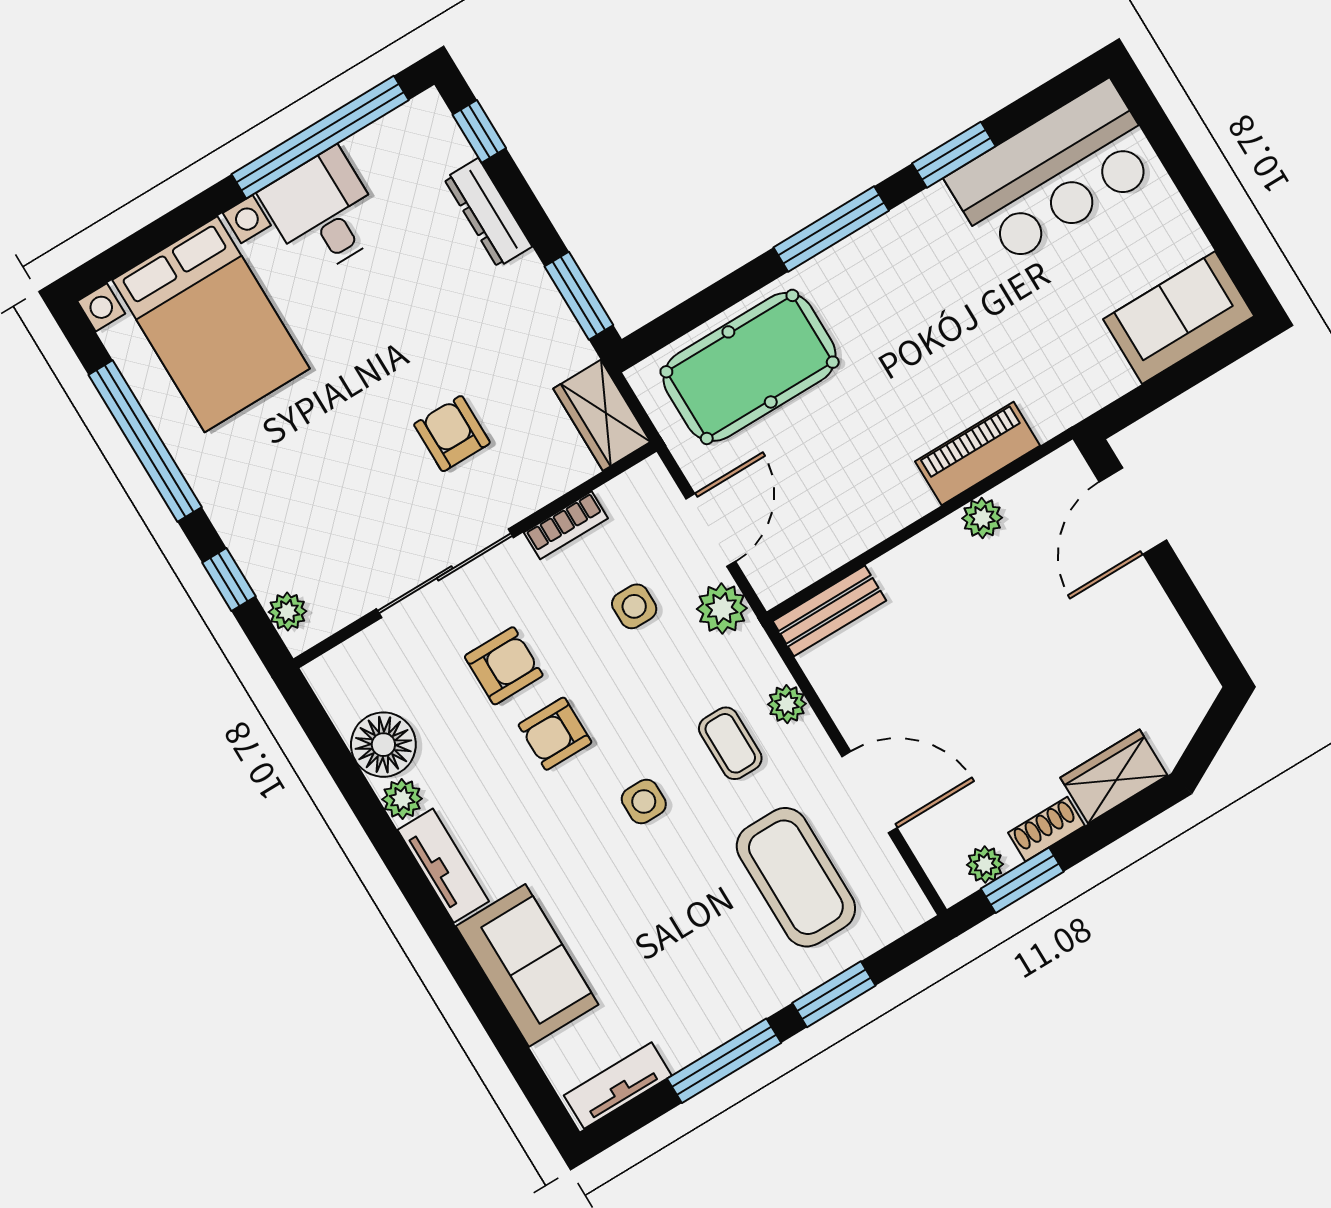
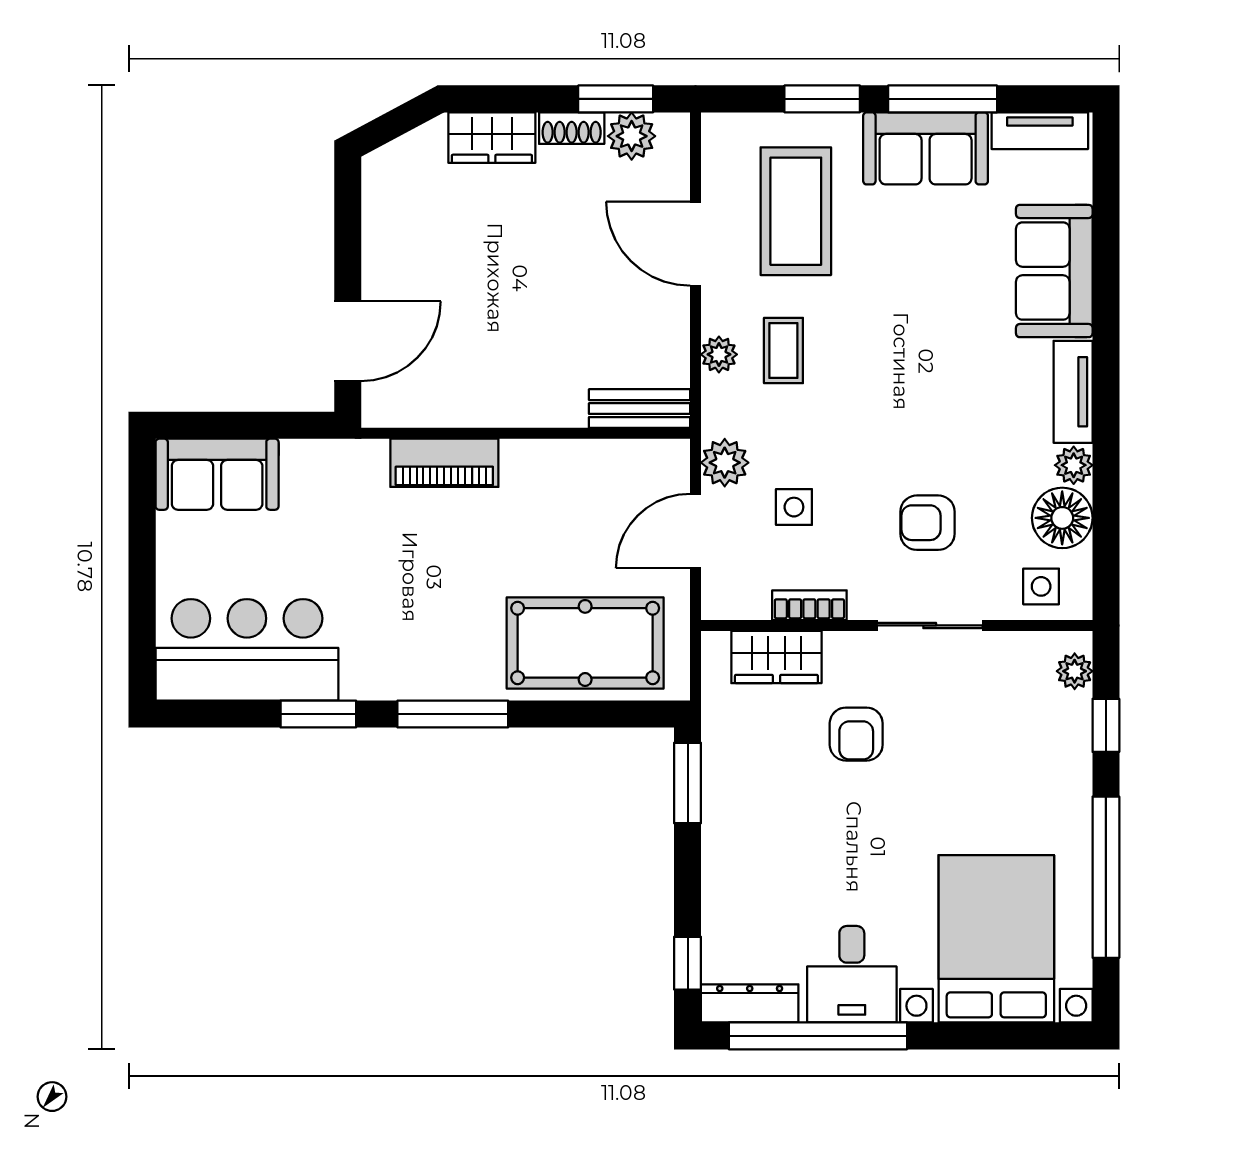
dresser: (488, 213) -> (750, 1003), moved, turned -90
wardrobe: (602, 415) -> (776, 657), moved, turned 90
plant: (982, 518) -> (472, 409), removed
sliding door: (445, 573) -> (930, 625), width x0.73
armchair: (555, 734) -> (919, 443), removed
side table: (644, 802) -> (1041, 586), moved
plant: (985, 865) -> (632, 136), width x1.38, depth x1.38
sofa: (712, 1006) -> (926, 148), added

